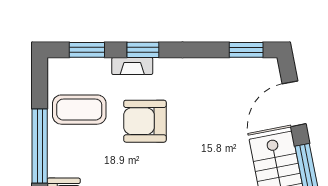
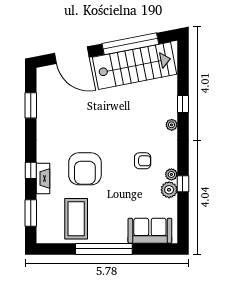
window: (143, 50) -> (31, 170), width x0.67
window: (246, 50) -> (31, 105), moved

